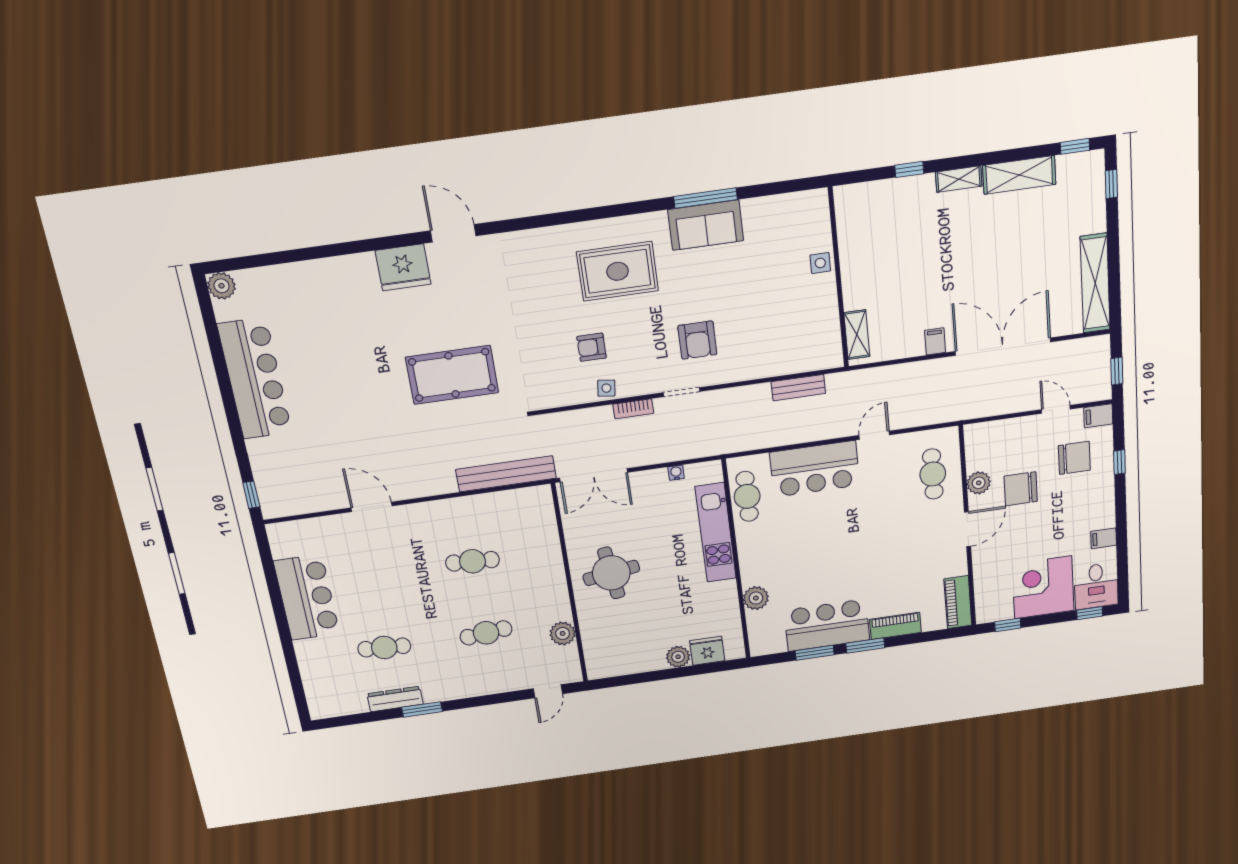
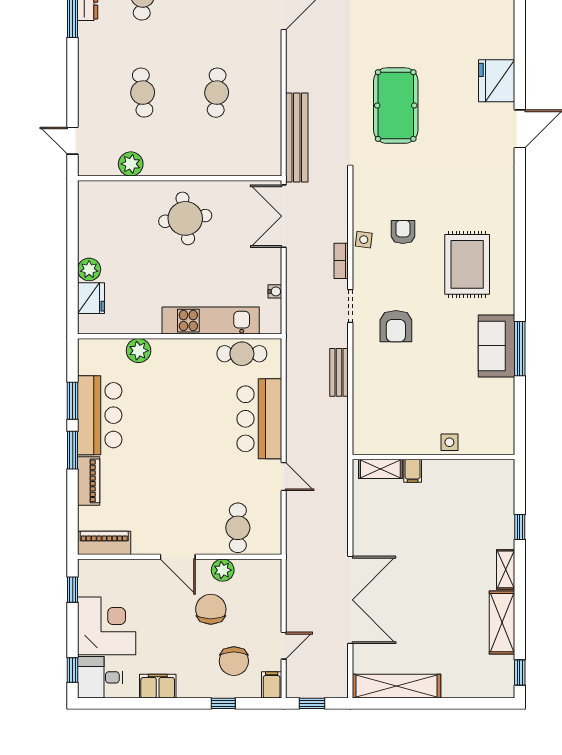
window: (1111, 184) -> (483, 703), removed
armchair: (697, 340) -> (396, 326), turned -90
filing cabinet: (935, 341) -> (413, 471), moved, turned 90
bench: (798, 388) -> (339, 372), moved
cafe table: (933, 474) -> (238, 528), turned 90
filing cabinet: (1104, 538) -> (158, 686), width x2.00

